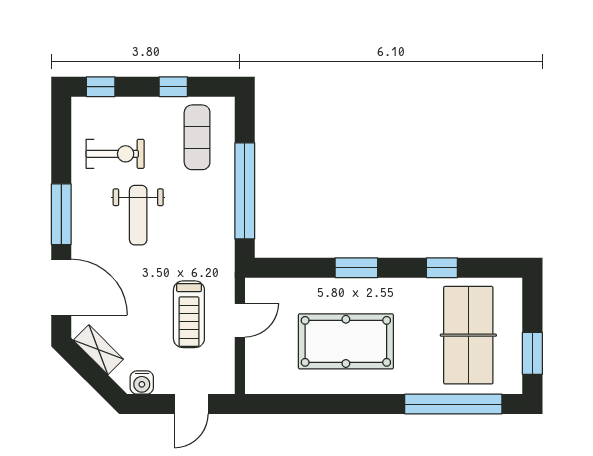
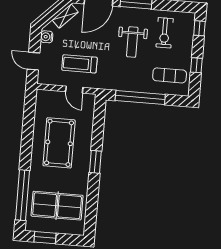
weight bench: (138, 215) -> (132, 42), turned -90
window: (356, 268) -> (95, 162), moved
window: (442, 268) -> (93, 195), removed

